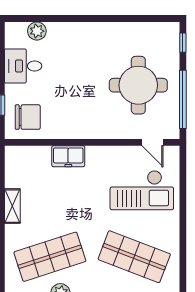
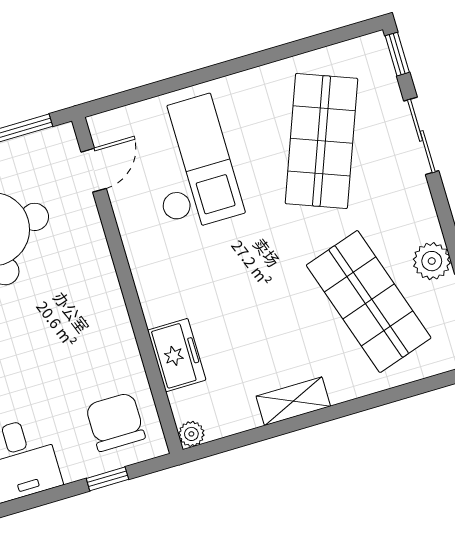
plant: (11, 152) -> (191, 434), added
freezer: (68, 156) -> (177, 355), moved

